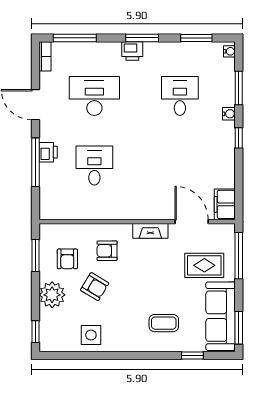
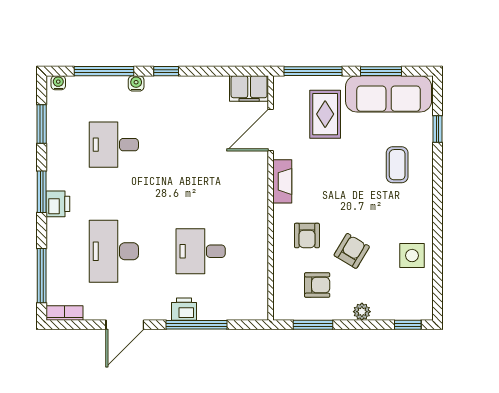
window: (239, 88) -> (104, 71), width x1.44
plant: (52, 295) -> (362, 312), width x0.53, depth x0.53
window: (239, 328) -> (381, 71), moved

